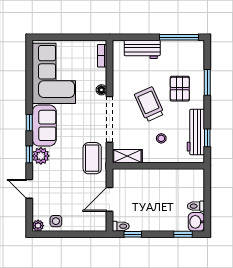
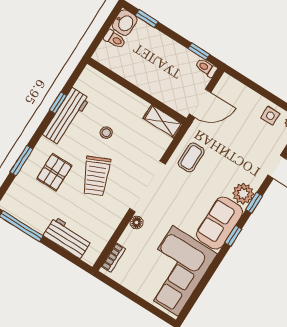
shelving: (127, 156) -> (163, 121), moved
coffee table: (92, 158) -> (191, 157), width x0.73, depth x0.77
wall: (158, 166) -> (137, 91), moved

